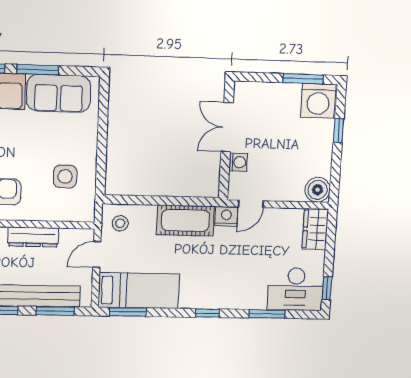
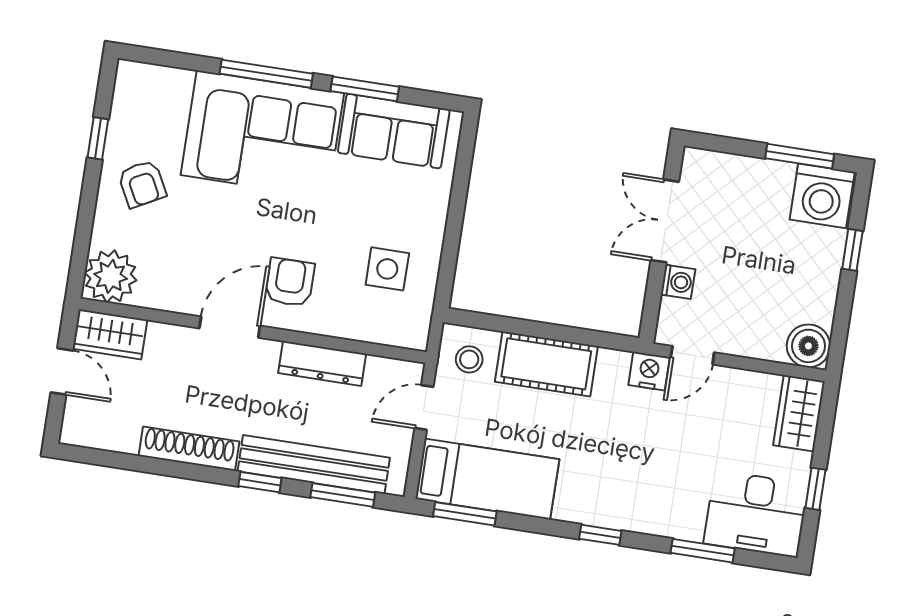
cot: (185, 220) -> (546, 364), moved
window: (327, 288) -> (815, 489), moved

